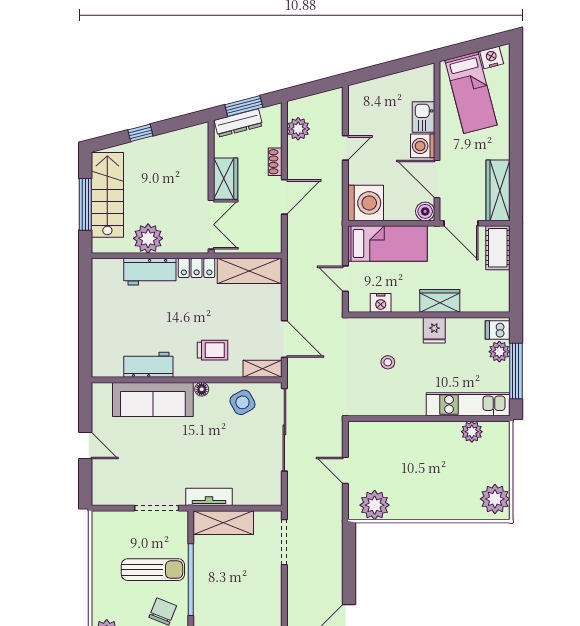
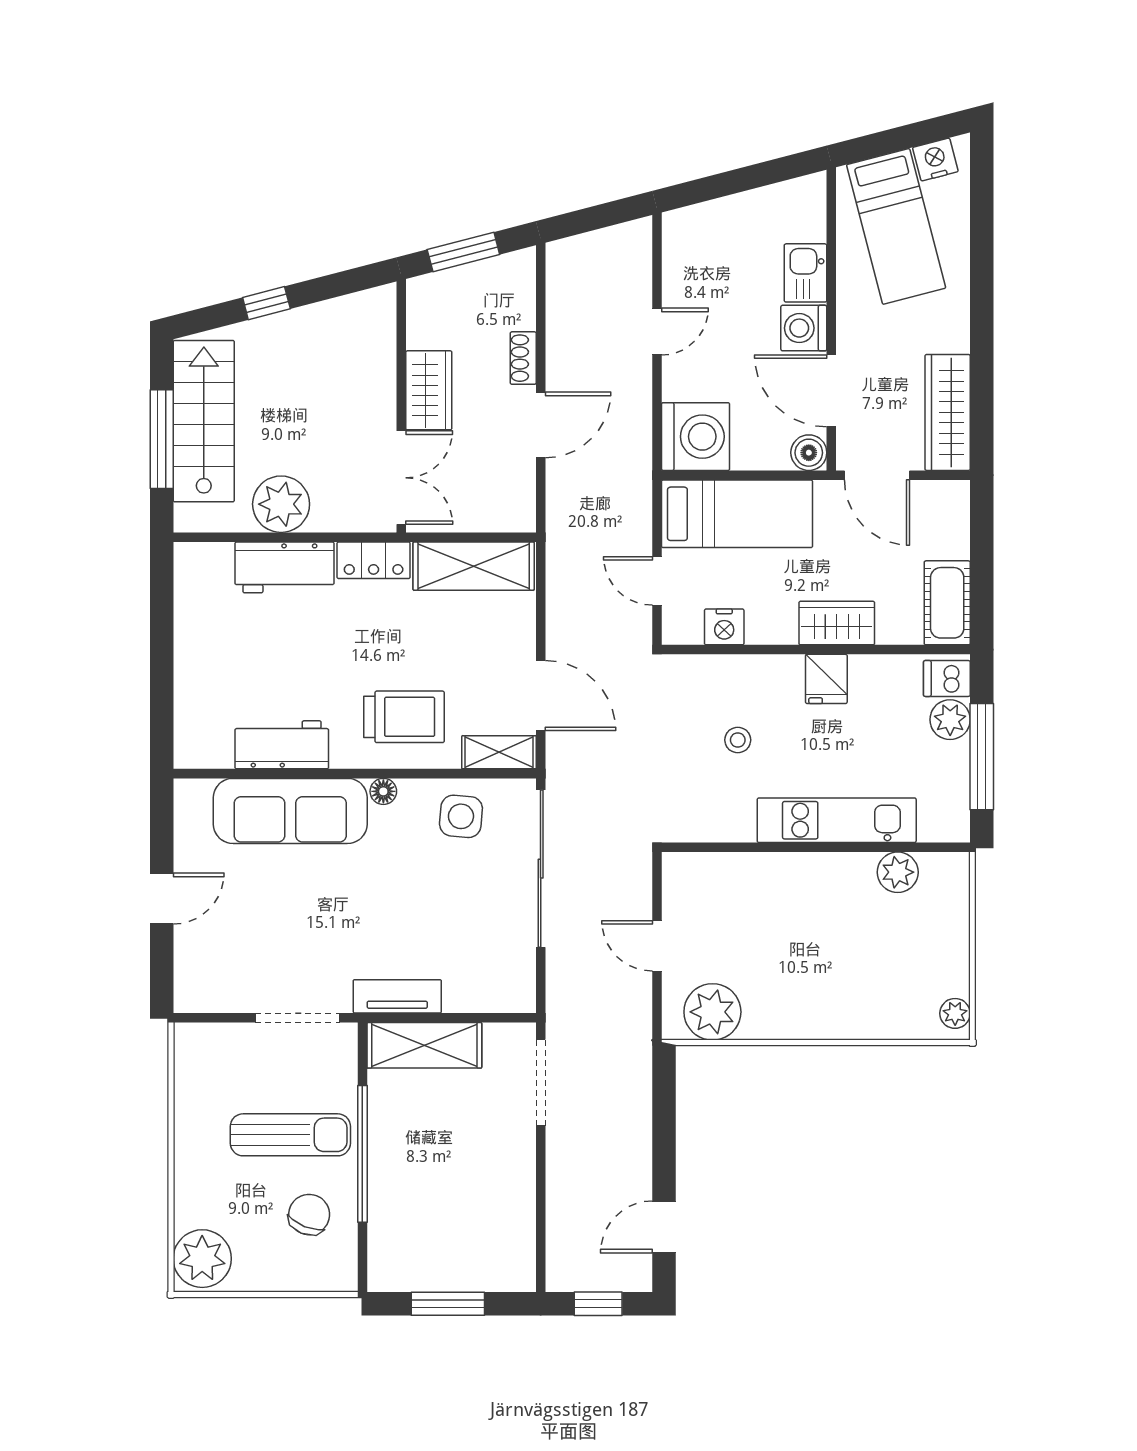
dresser: (238, 123) -> (453, 284), removed
plant: (298, 129) -> (567, 295), removed
cot: (498, 248) -> (947, 603), moved
trolley: (213, 350) -> (404, 717), width x1.36, depth x1.39
side table: (242, 402) -> (461, 816), turned 34
kitchen unit: (468, 404) -> (837, 820), moved
door: (85, 446) -> (162, 898), hinge flipped
plant: (495, 499) -> (955, 1013), width x0.53, depth x0.53

